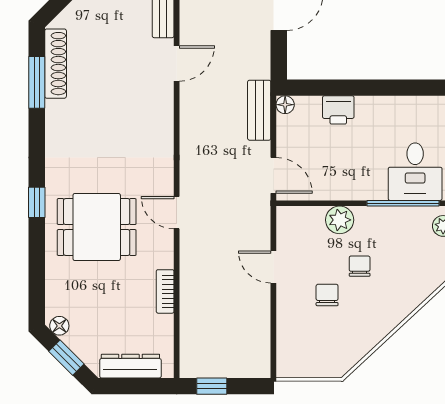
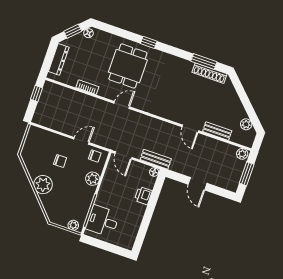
door: (273, 175) -> (123, 155), hinge flipped
chair: (360, 266) -> (95, 156), moved
plant: (384, 312) -> (43, 185), added

